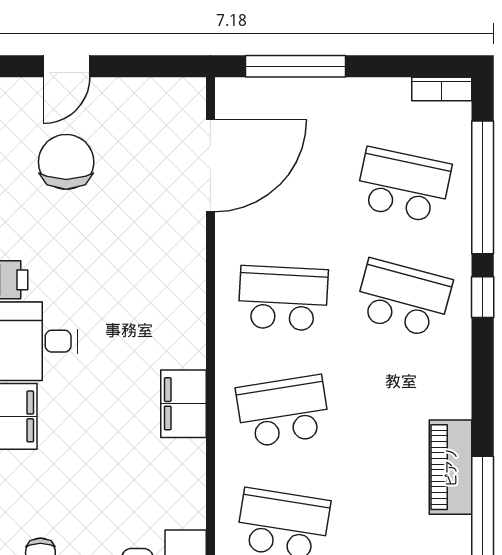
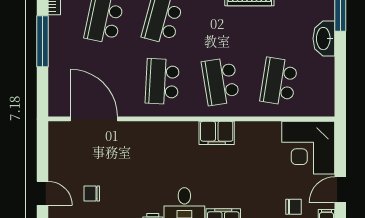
window: (296, 66) -> (42, 41), moved
chair: (66, 162) -> (92, 193), width x0.54, depth x0.54

